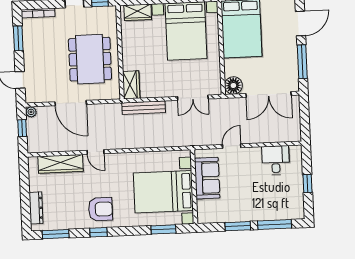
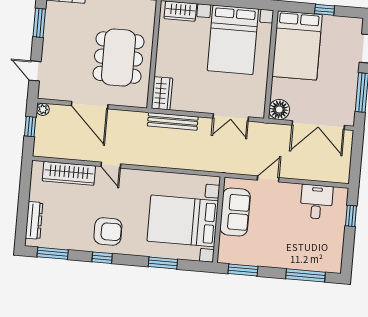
window: (308, 184) -> (351, 216), moved
window: (238, 226) -> (243, 270), moved
window: (163, 229) -> (163, 263), moved

